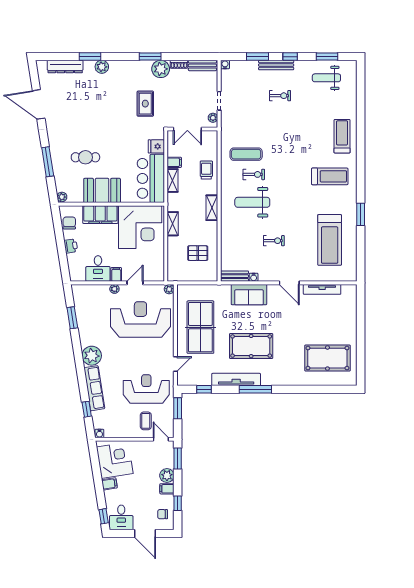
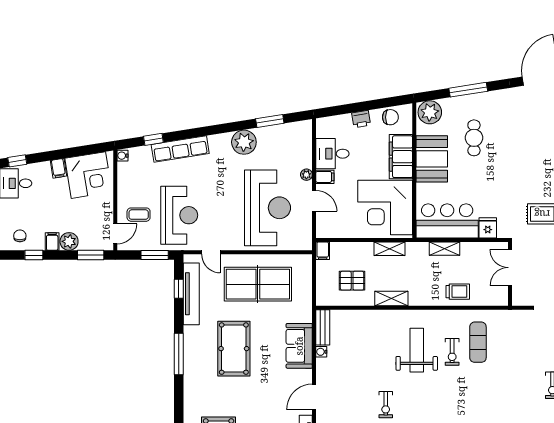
plant: (213, 118) -> (524, 300), removed
filing cabinet: (174, 162) -> (323, 251), moved
plant: (62, 197) -> (430, 112), width x1.88, depth x1.88
shelving: (212, 208) -> (391, 299), moved
exercise bike: (274, 241) -> (386, 405), moved
pallet: (198, 253) -> (352, 281), turned 90
plant: (169, 289) -> (306, 244), removed
plant: (92, 356) -> (244, 142), moved
tv unit: (236, 379) -> (191, 294), moved

